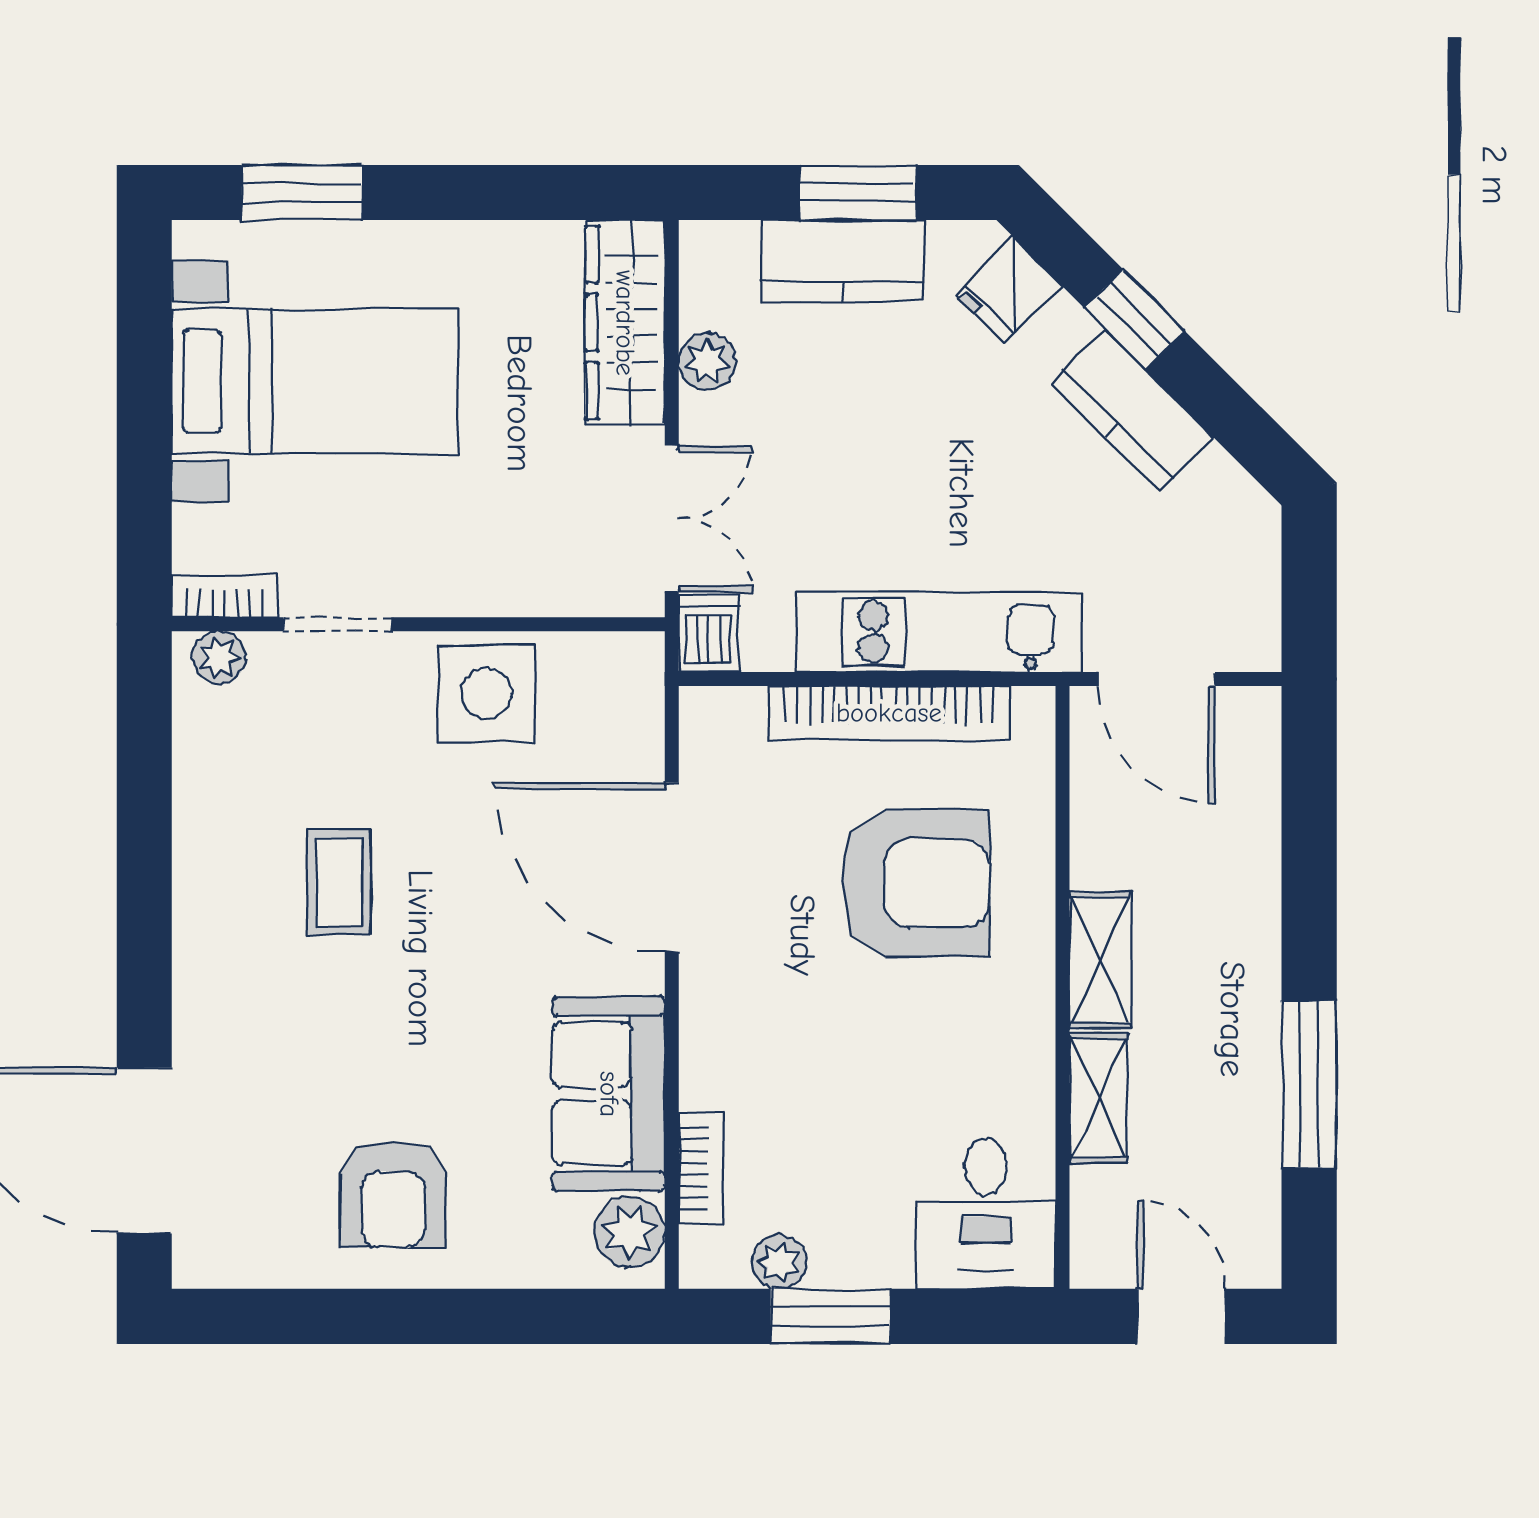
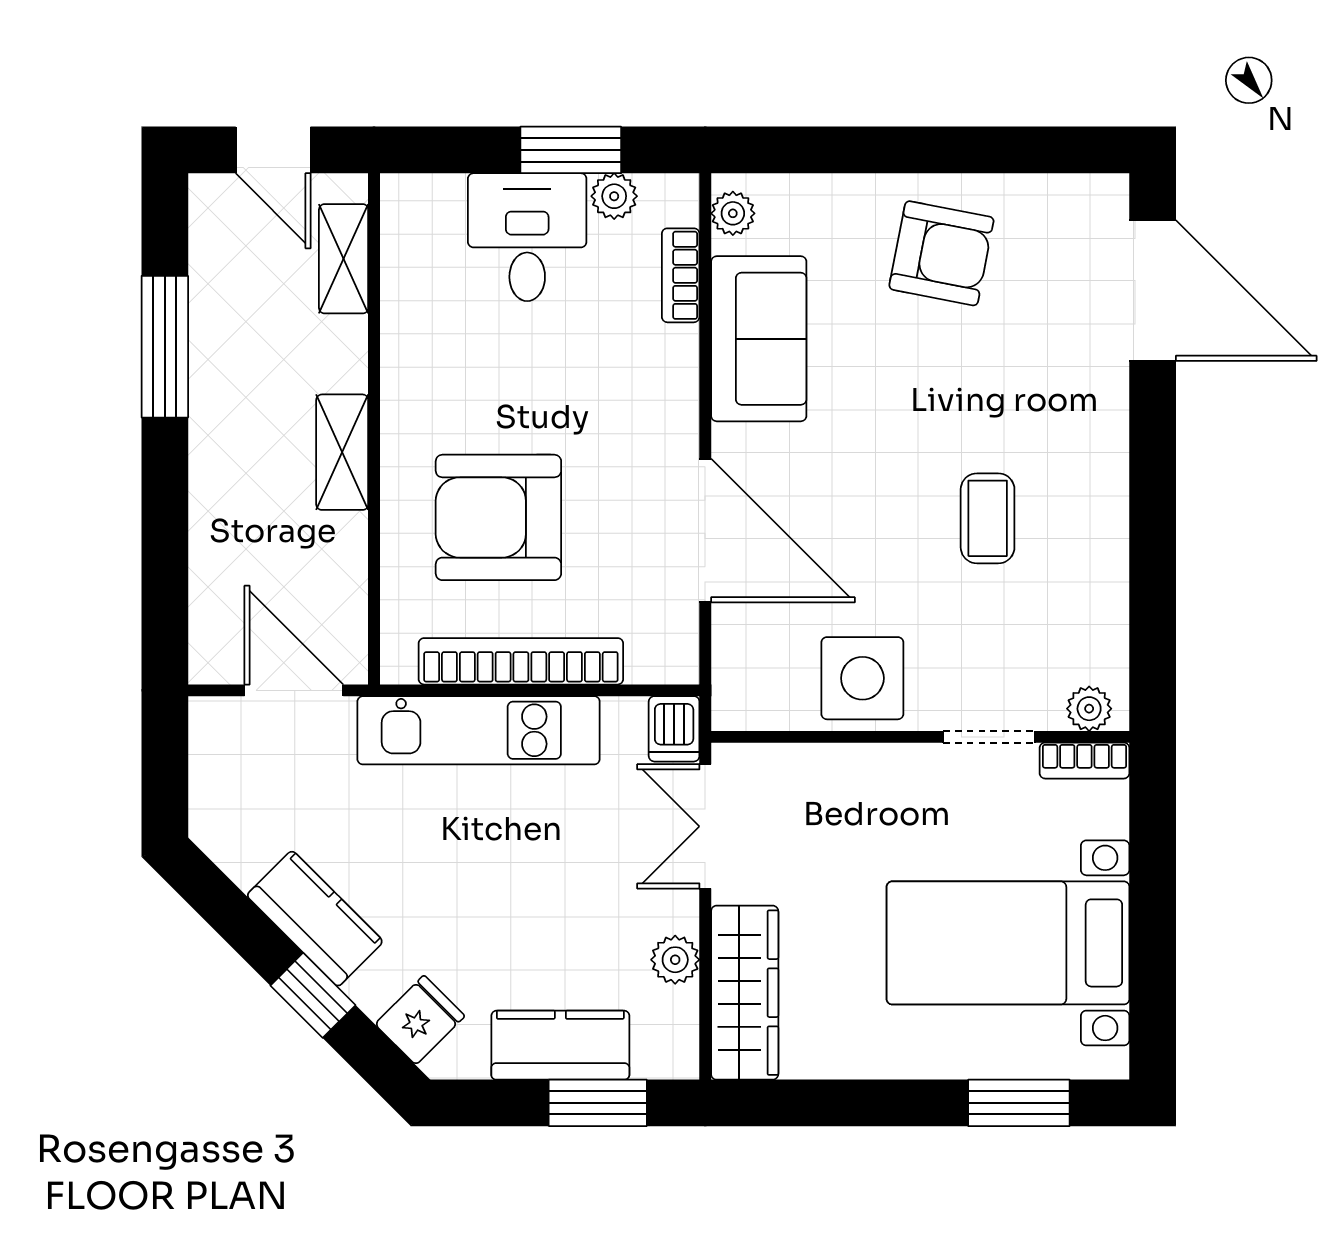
window: (858, 193) -> (598, 1103), moved
shelving: (1098, 1098) -> (344, 259), moved
armchair: (393, 1195) -> (941, 253), turned 101
desk: (986, 1214) -> (527, 237), moved
plant: (630, 1232) -> (733, 213), width x0.73, depth x0.73

